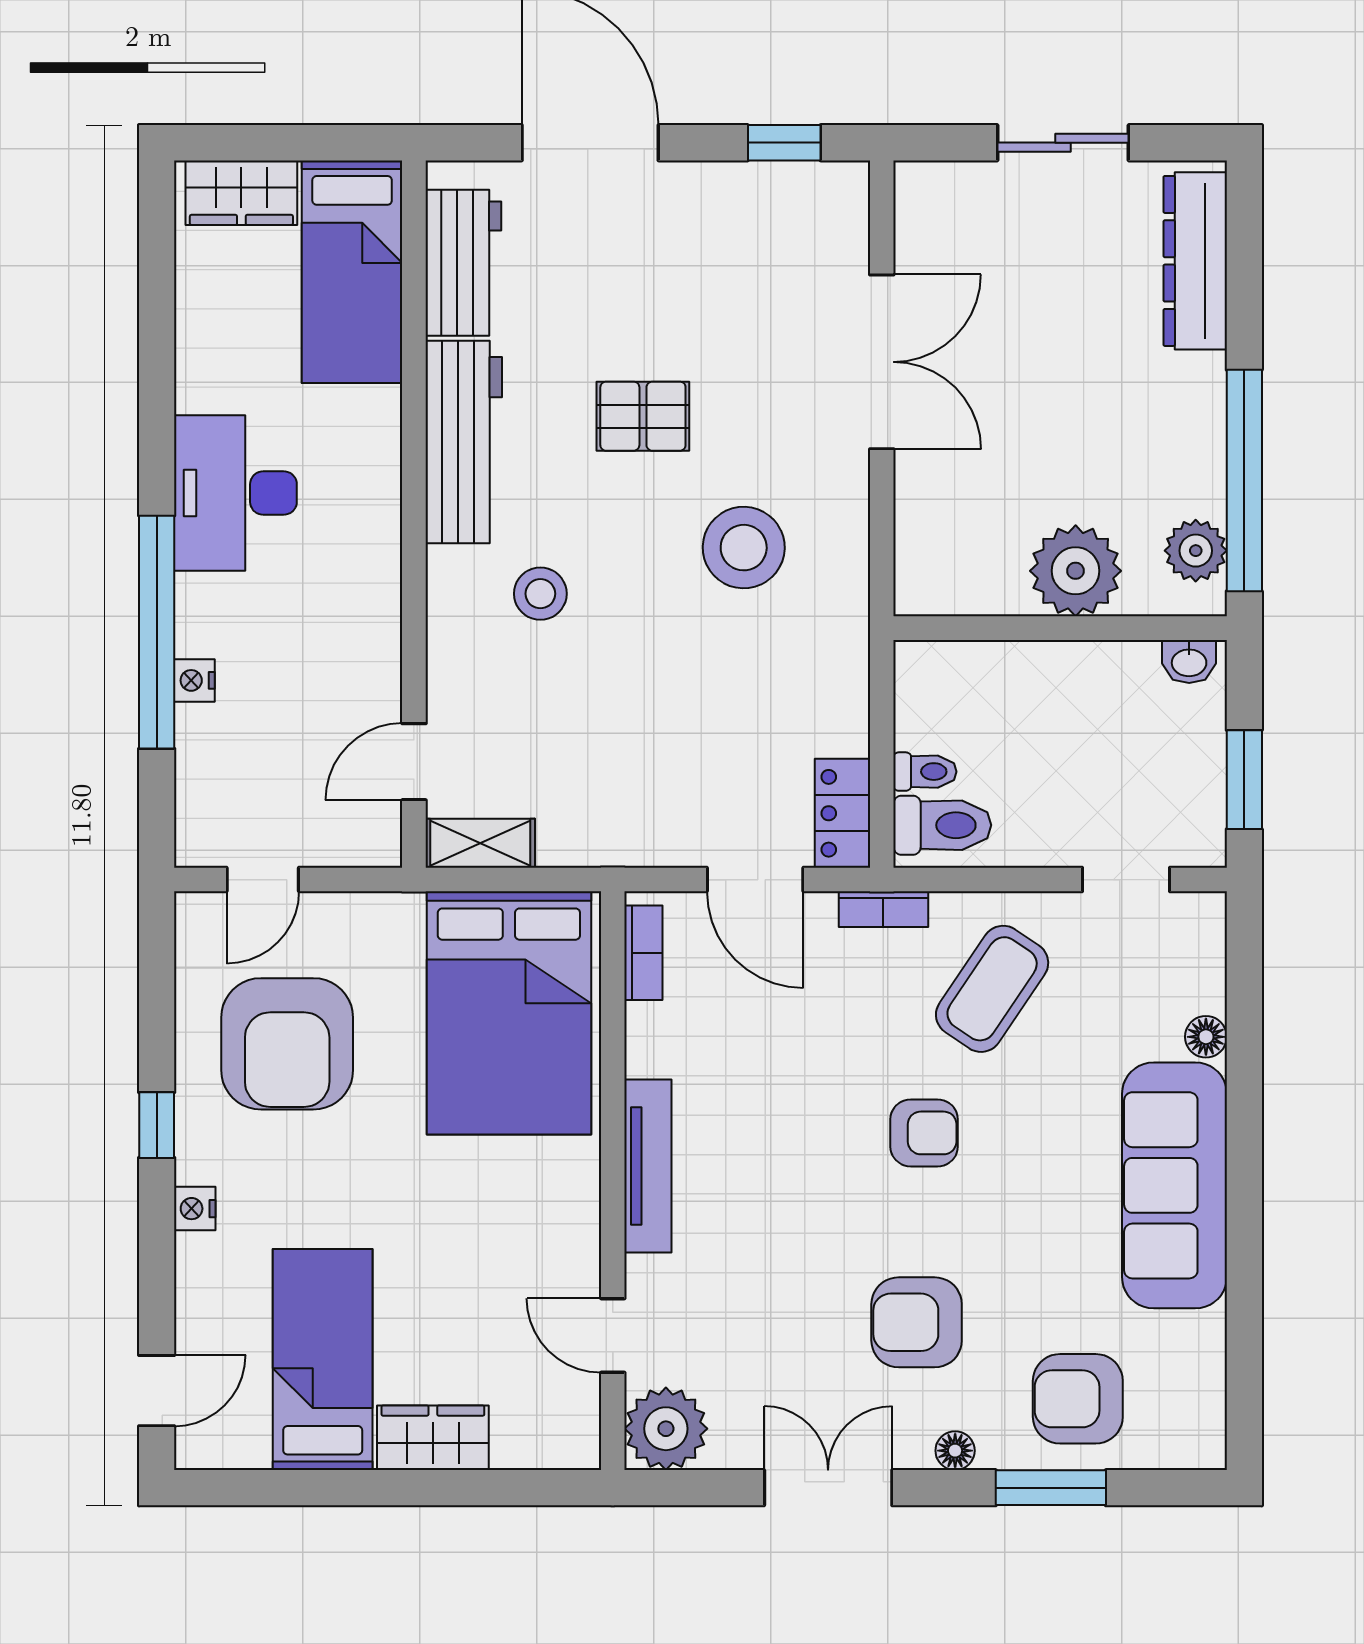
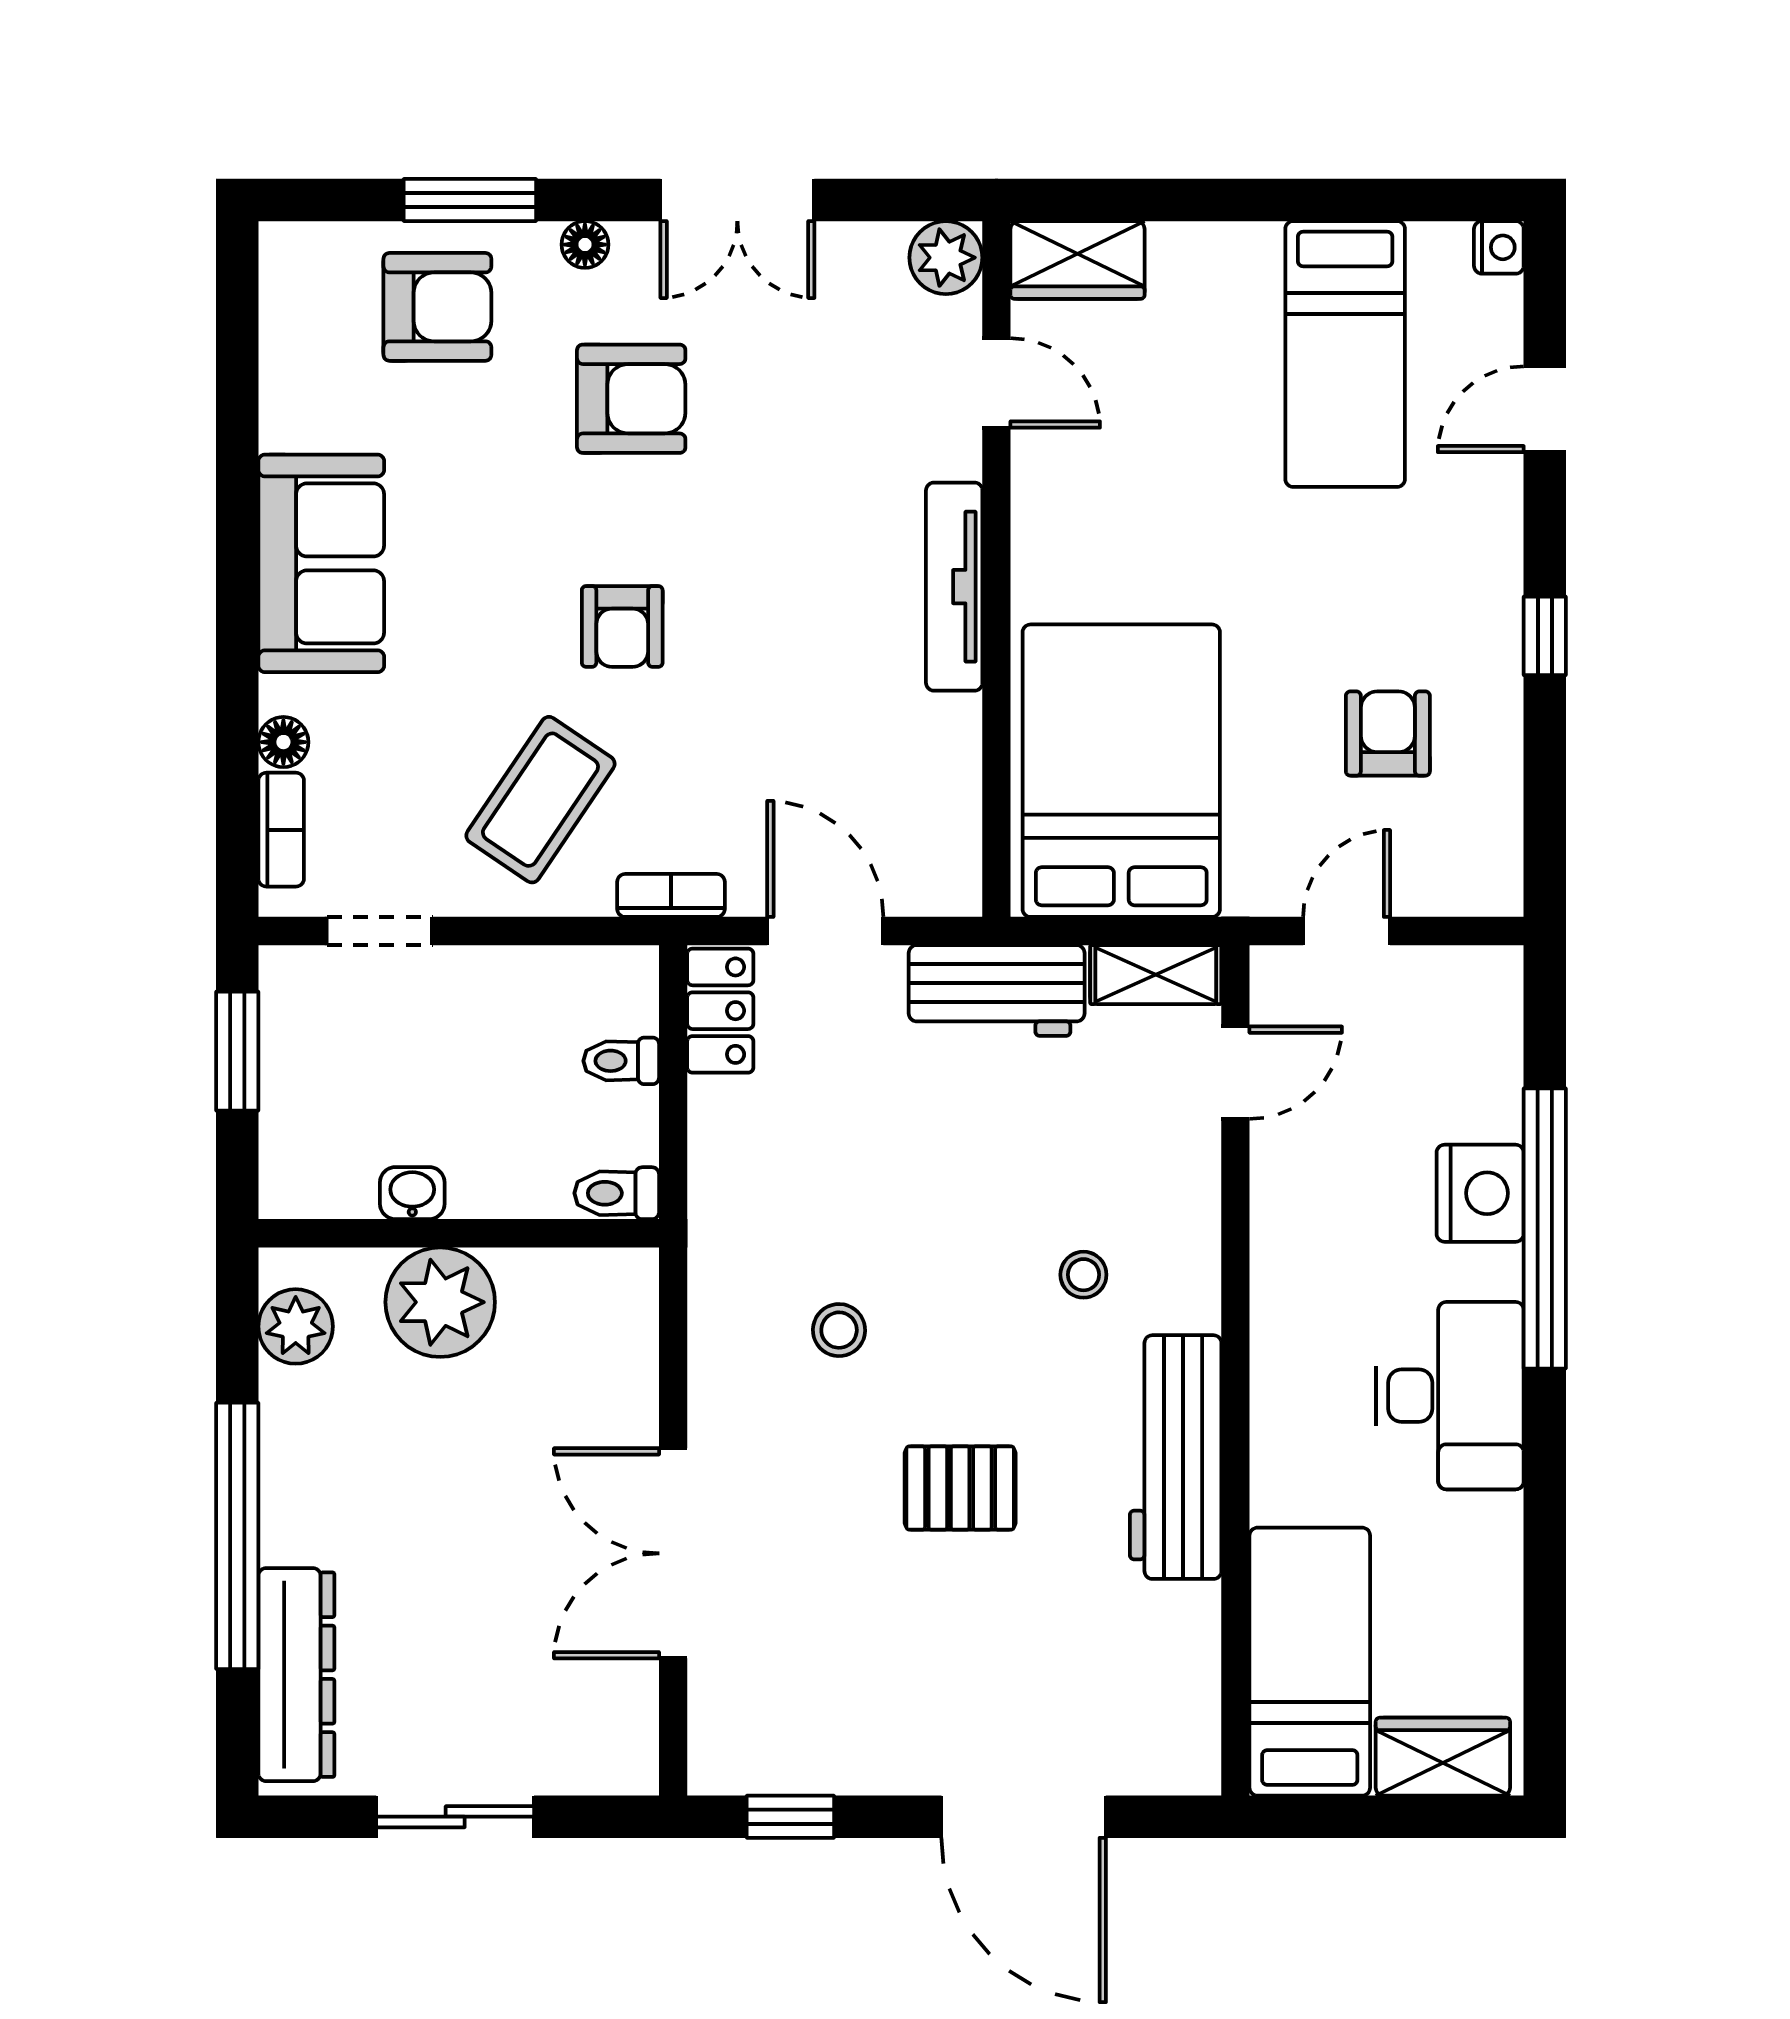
workbench: (463, 263) -> (997, 990), moved, turned -90
window: (1244, 481) -> (237, 1536), moved
stool: (744, 548) -> (839, 1330), width x0.53, depth x0.53
stool: (540, 594) -> (1083, 1275), width x0.73, depth x0.73
washbasin: (1189, 662) -> (412, 1193), moved
nightstand: (194, 680) -> (1480, 1193), width x1.89, depth x1.79
toilet: (942, 825) -> (617, 1193), moved, width x0.73, depth x0.72
door: (263, 880) -> (1347, 931), moved
bookcase: (643, 953) -> (281, 830), moved, turned 180
armchair: (287, 1044) -> (1388, 734), width x0.53, depth x0.53
armchair: (924, 1133) -> (622, 626), turned -90
sofa: (1174, 1185) -> (321, 563), width x0.73
nightstand: (195, 1209) -> (1499, 247), moved
door: (157, 1391) -> (1545, 409), moved
plant: (666, 1429) -> (946, 258), width x0.73, depth x0.73
wardrobe: (433, 1438) -> (1078, 260), moved

